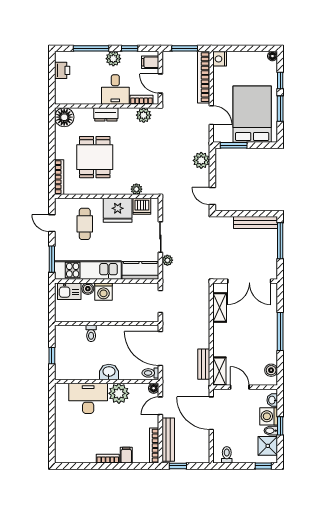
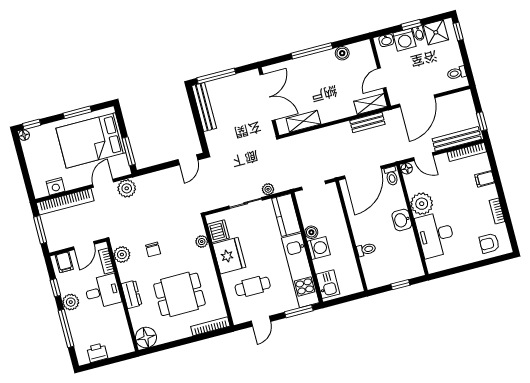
nightstand: (220, 59) -> (56, 186), moved
window: (280, 80) -> (32, 124), moved
chair: (141, 144) -> (153, 249), added
plant: (201, 160) -> (127, 188), moved
boiler: (88, 289) -> (311, 232), moved
boiler: (271, 370) -> (342, 53), moved
armchair: (68, 444) -> (489, 243), added
bookcase: (108, 459) -> (497, 211), moved

